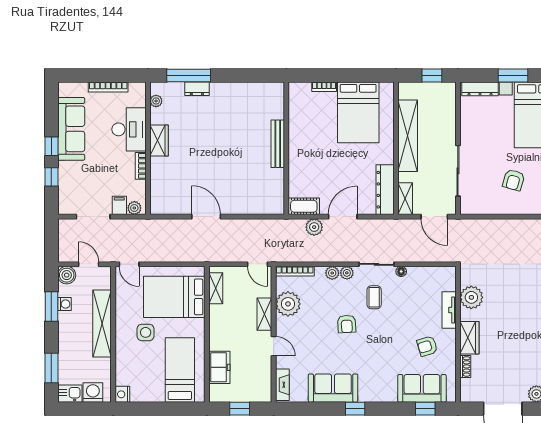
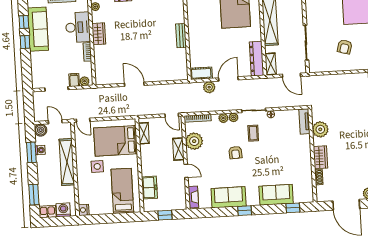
bench: (278, 144) -> (181, 36), width x0.73
window: (51, 177) -> (24, 22), moved
tv unit: (449, 310) -> (304, 121), moved
armchair: (427, 346) -> (292, 165), removed
sofa: (422, 388) -> (276, 195), moved

